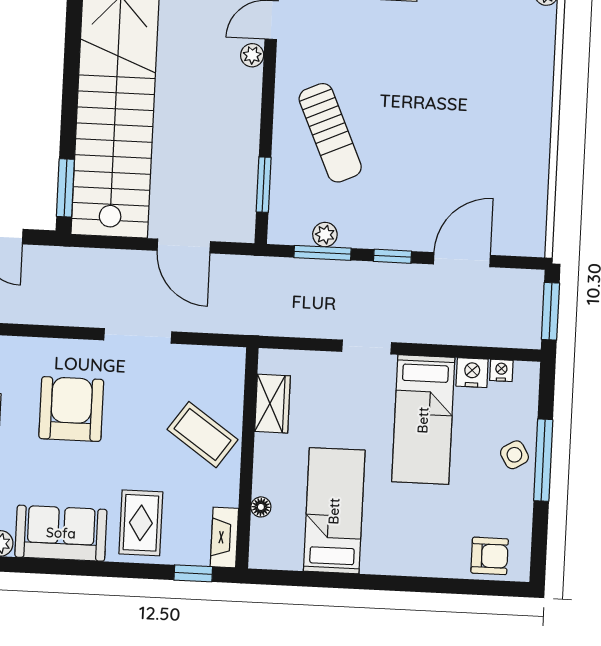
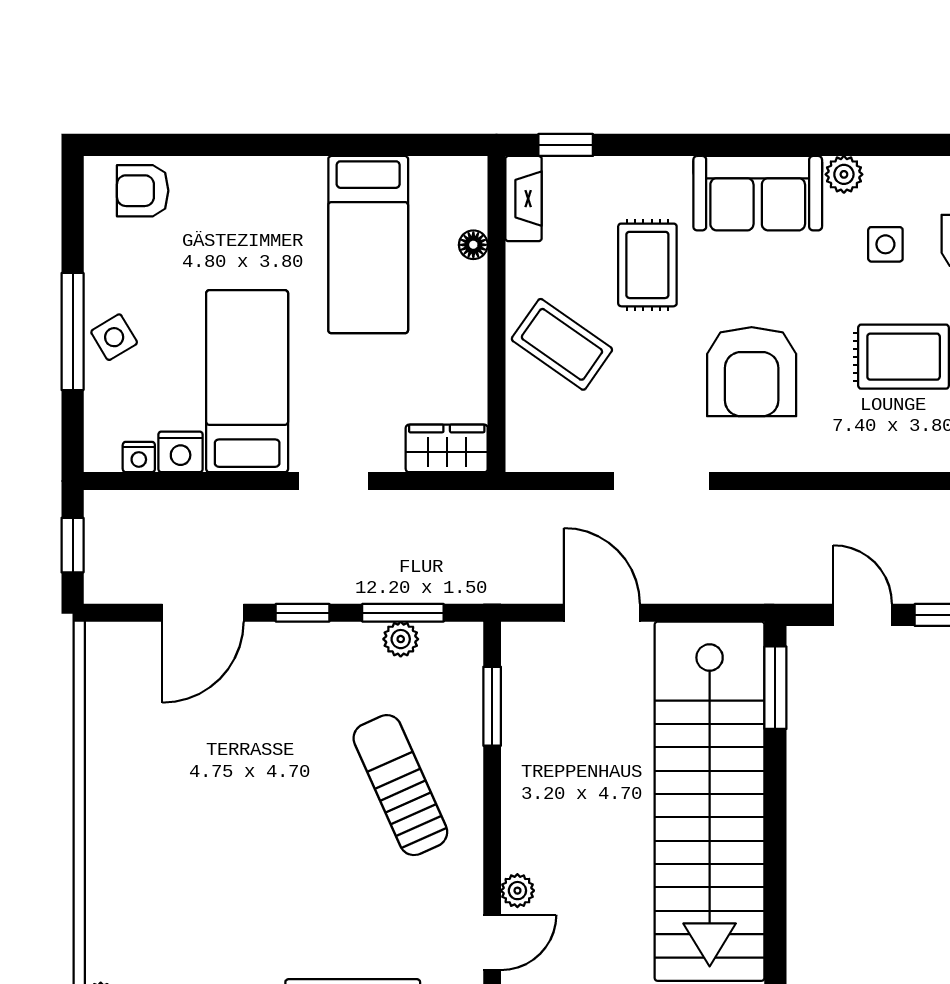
window: (550, 311) -> (73, 545), width x0.67
wardrobe: (273, 404) -> (447, 448), moved, turned 90
rug: (141, 523) -> (647, 265), moved

